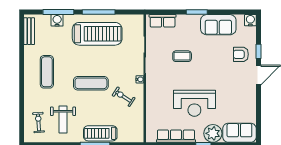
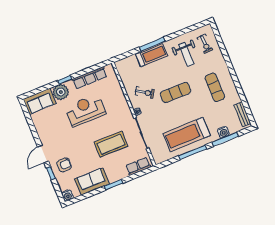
coffee table: (182, 56) -> (111, 144), width x1.86, depth x1.72
weight bench: (63, 119) -> (186, 54), turned 180

